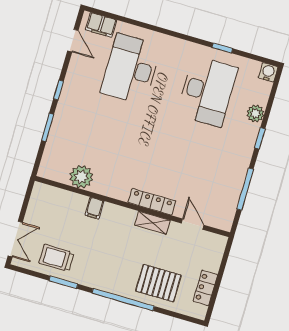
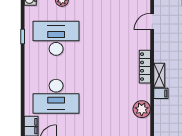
locker: (152, 202) -> (145, 67), moved
shelving: (152, 223) -> (159, 75), moved

